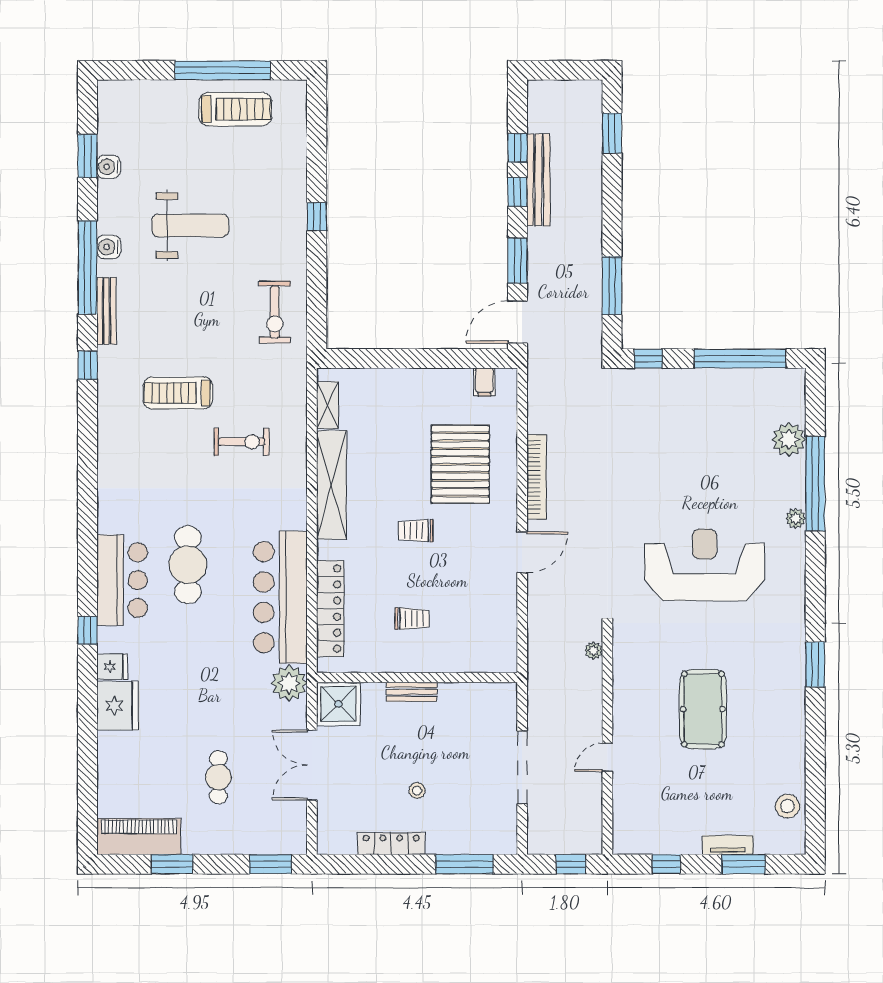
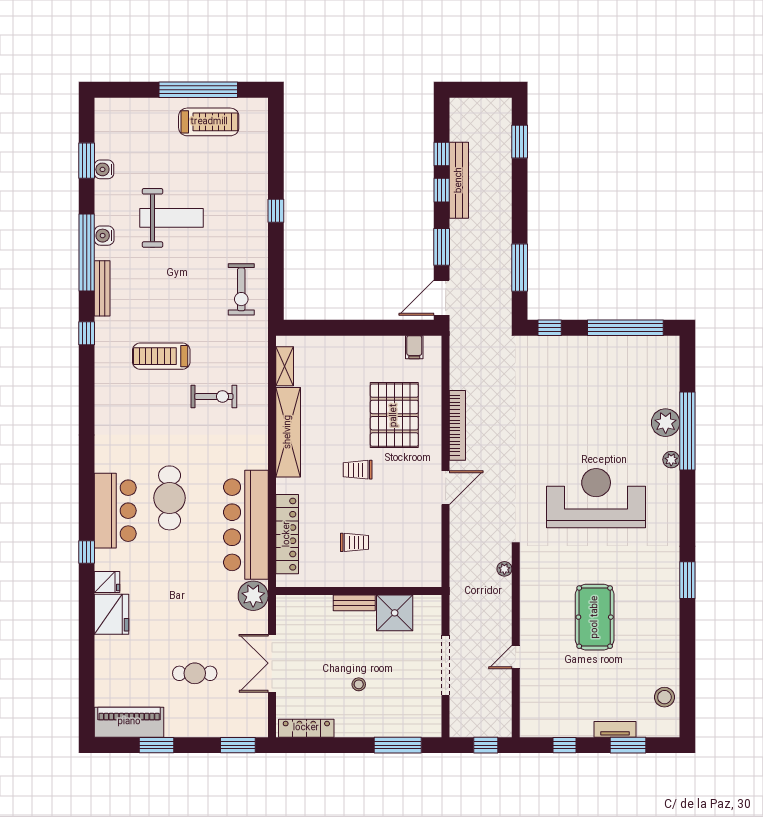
plant: (789, 439) -> (666, 423), moved
shower: (338, 704) -> (395, 613), moved
cafe table: (218, 777) -> (195, 673), turned 90
locker: (391, 844) -> (306, 728), moved

